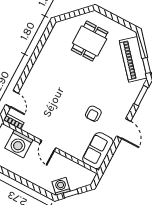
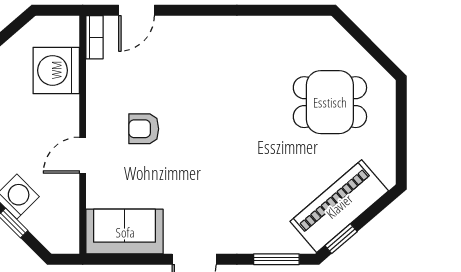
armchair: (93, 114) -> (144, 129), moved
door: (48, 146) -> (83, 155), moved

